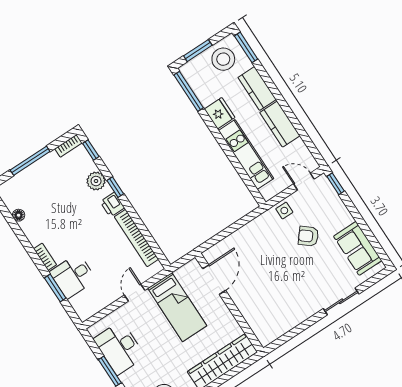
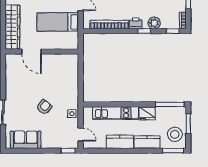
door: (304, 181) -> (81, 134), hinge flipped
armchair: (308, 236) -> (44, 107), moved
door: (214, 280) -> (31, 52), moved

